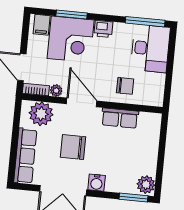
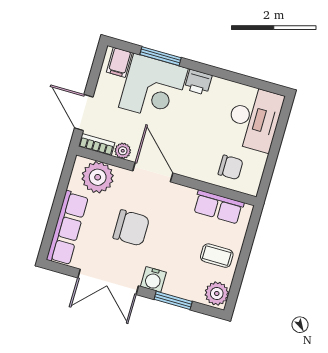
window: (145, 22) -> (254, 83), removed
chair: (125, 86) -> (231, 167), moved
row of seats: (120, 118) -> (218, 207), moved
chair: (73, 147) -> (131, 228), turned 180
coffee table: (141, 156) -> (217, 256), added
window: (133, 198) -> (173, 300), moved

